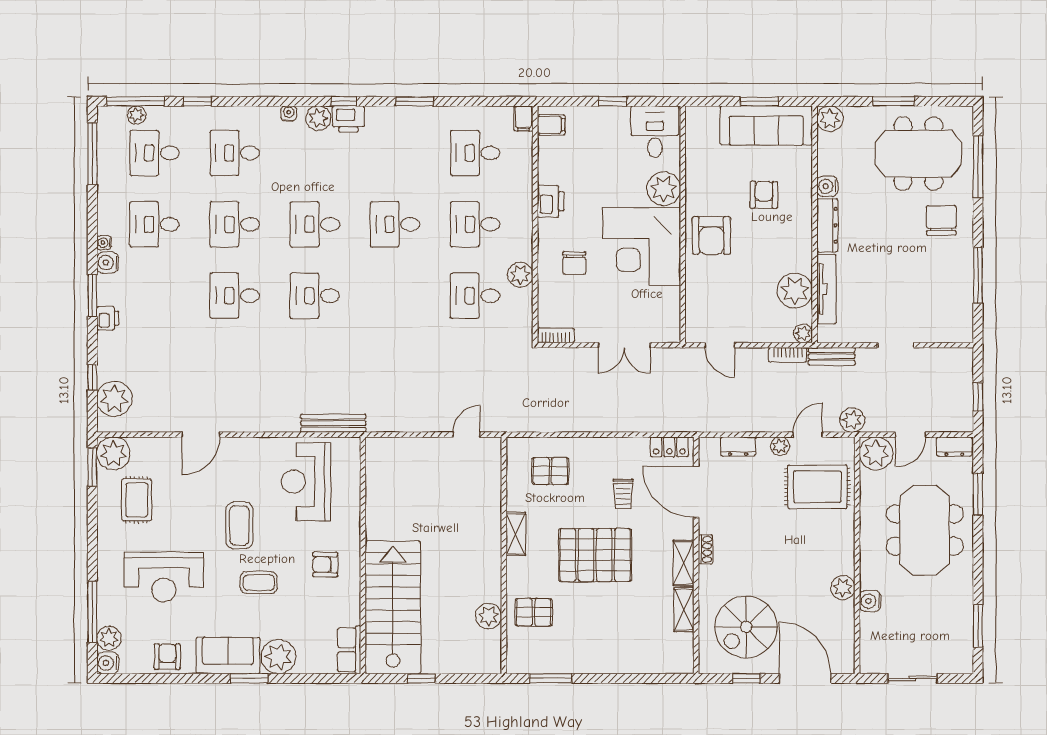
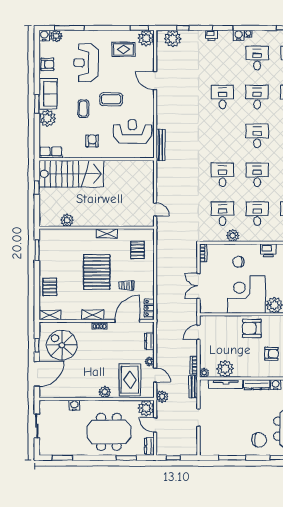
desk: (315, 296) -> (223, 175), moved
plant: (843, 588) -> (105, 392), moved
shelving: (684, 610) -> (50, 315), moved
pallet: (534, 612) -> (50, 287), moved

